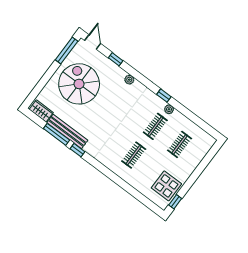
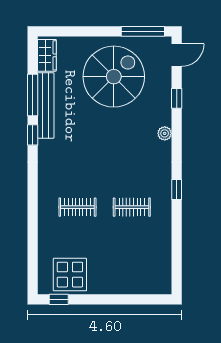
plant: (169, 109) -> (165, 208), removed
clothes rail: (180, 144) -> (132, 253), removed

